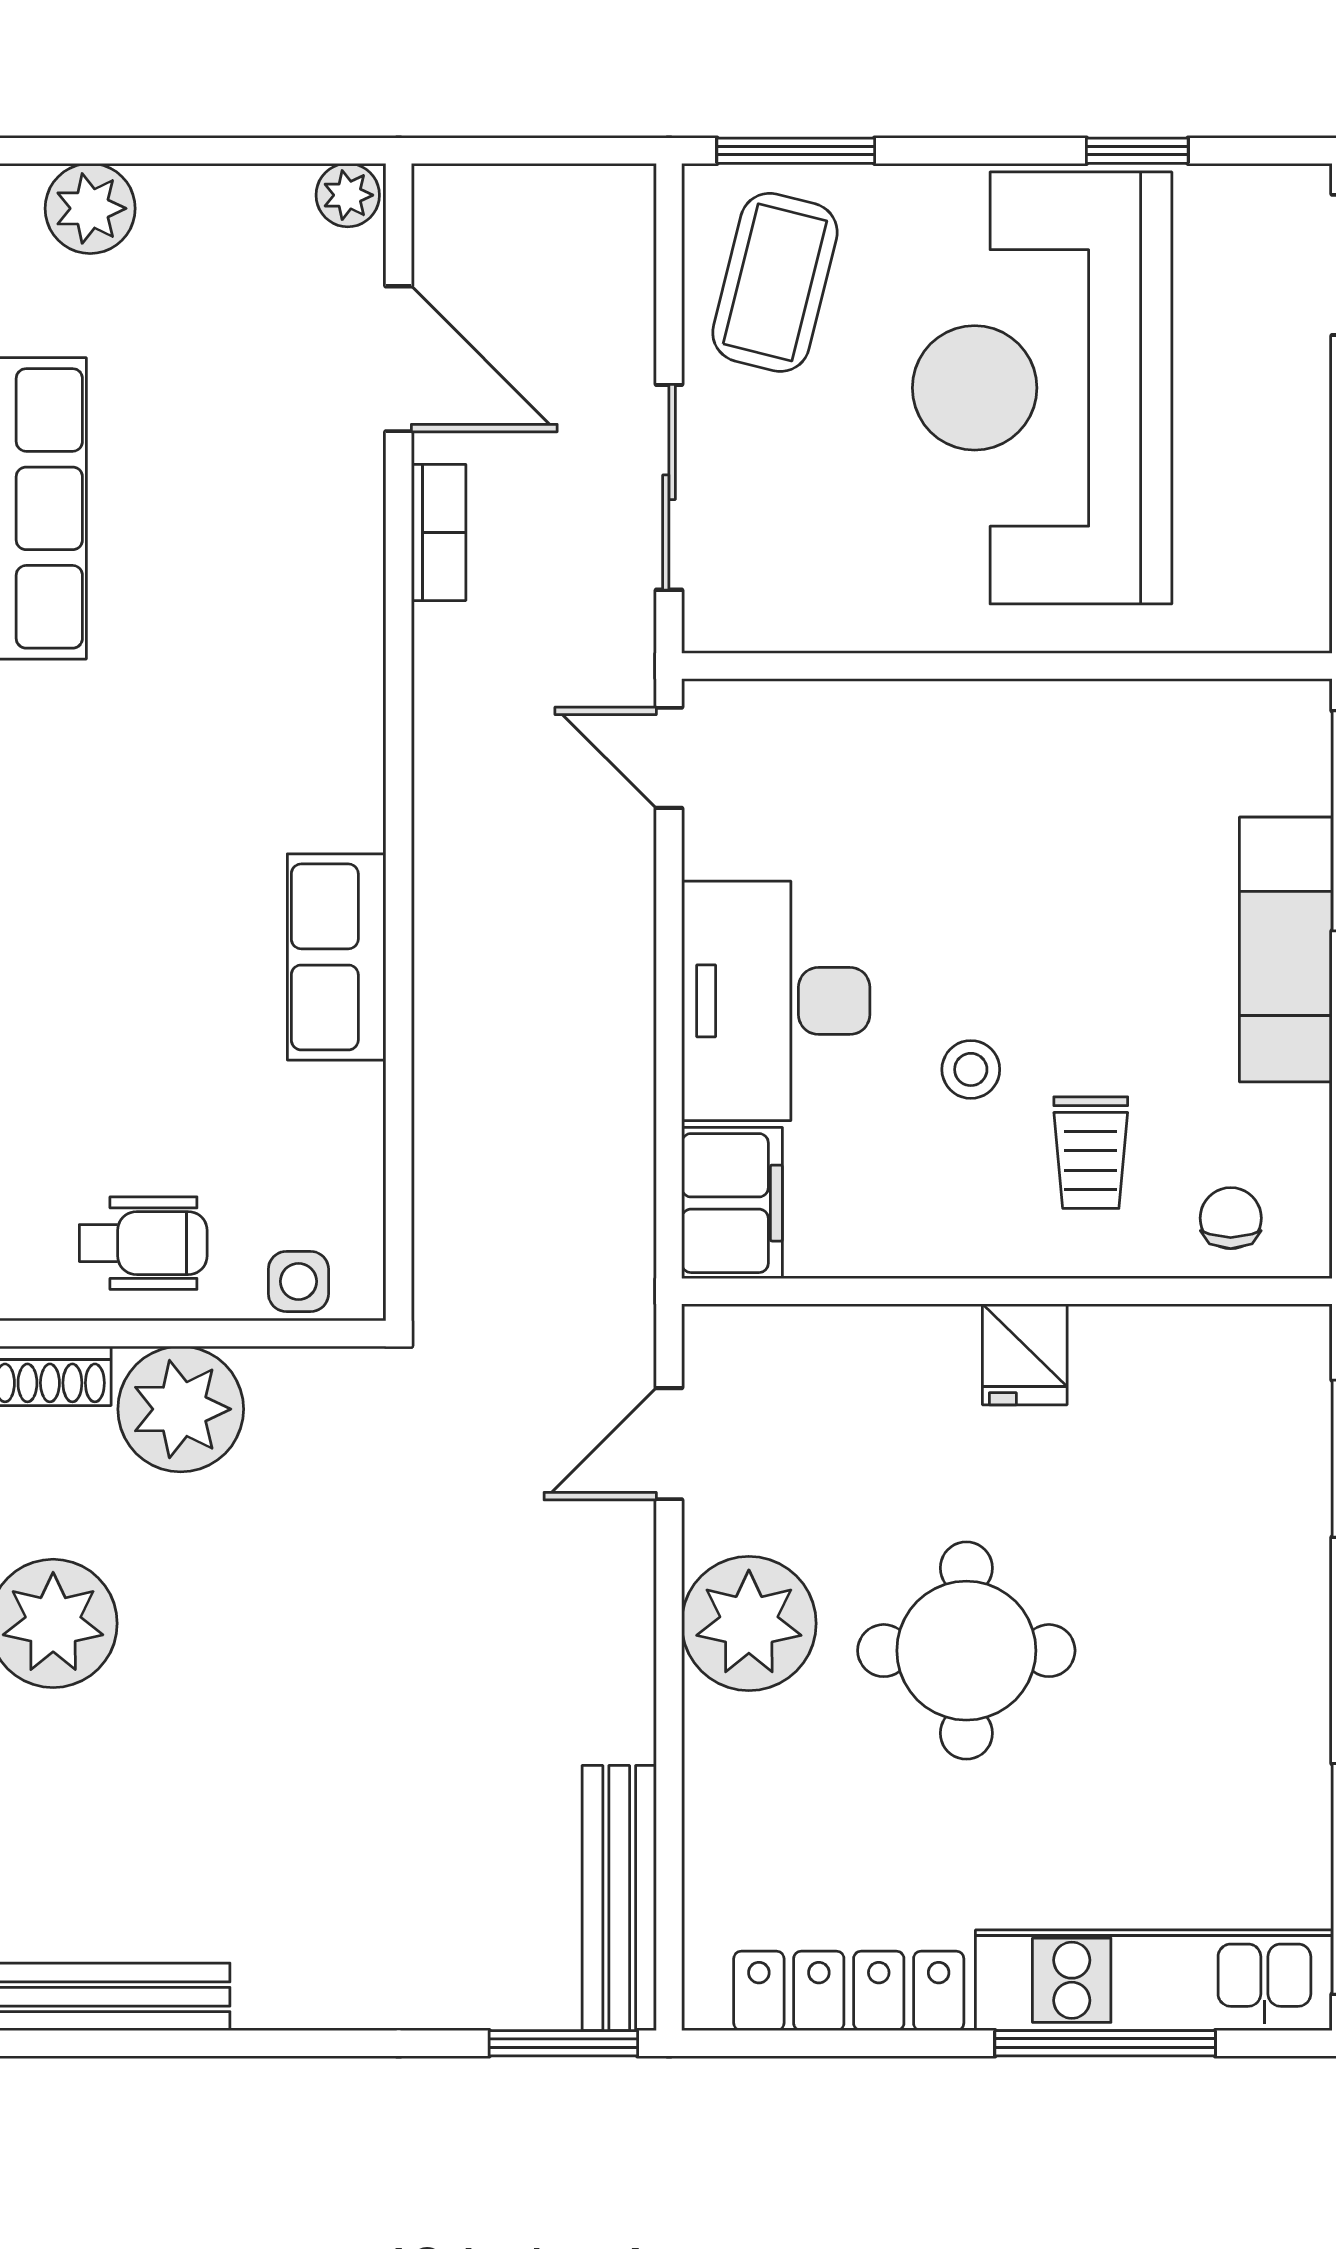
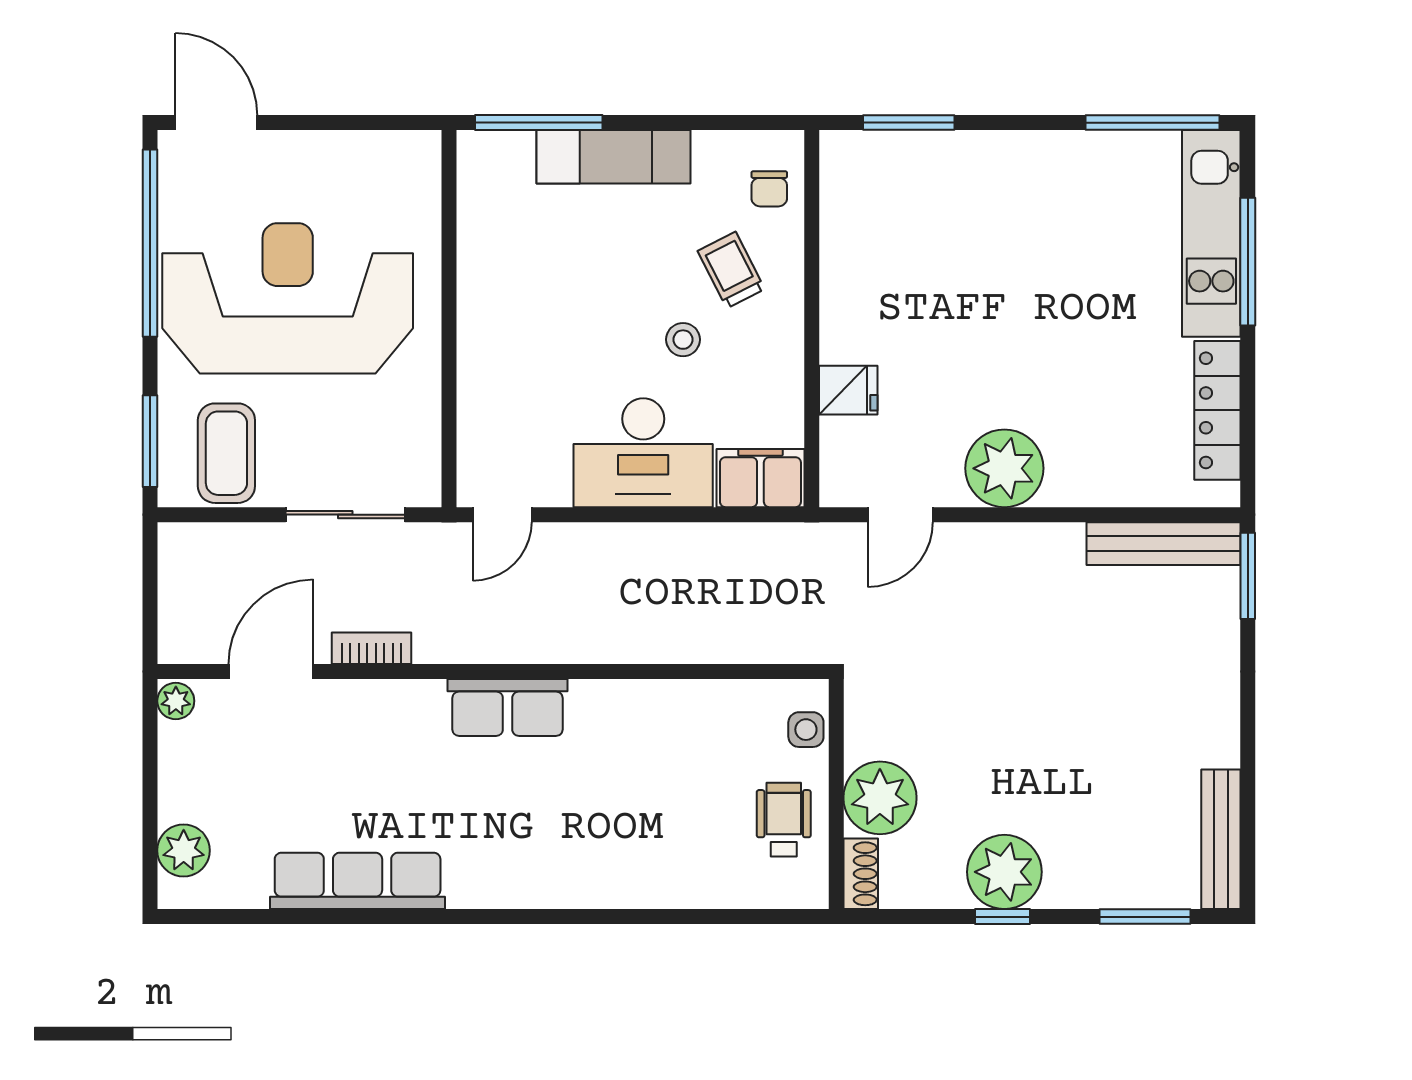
window: (1137, 151) -> (150, 243), width x3.17
coffee table: (775, 282) -> (226, 453), turned 76
reception desk: (1042, 388) -> (288, 298), turned 180
row of seats: (337, 957) -> (508, 707), moved
trolley: (1091, 1153) -> (731, 270), turned -117
chair: (1231, 1218) -> (769, 189), turned -90
fridge: (1025, 1354) -> (848, 390), moved
door: (669, 1444) -> (900, 515), hinge flipped
round table: (966, 1651) -> (1020, 342), removed

